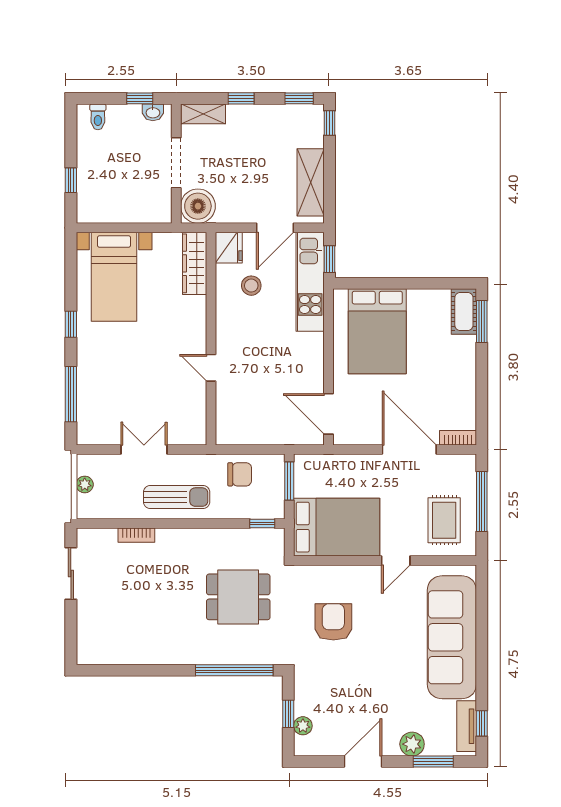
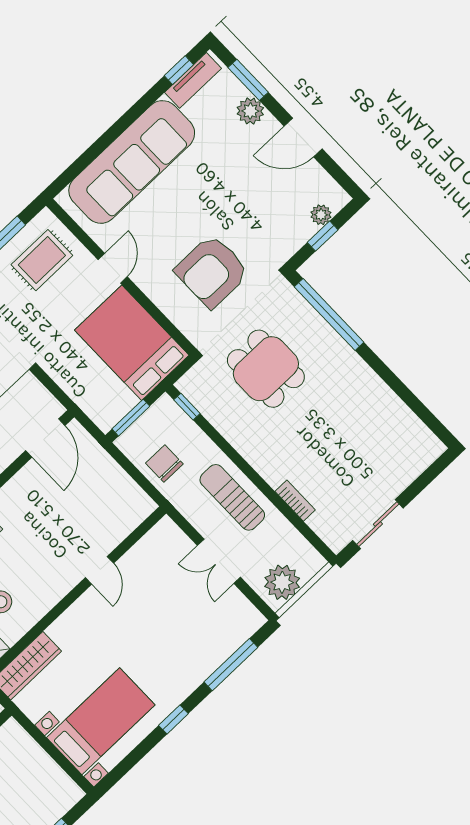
plant: (85, 484) -> (282, 582), width x1.88, depth x1.88
door: (396, 560) -> (113, 268), hinge flipped
armchair: (333, 622) -> (212, 271), width x1.36, depth x1.36

